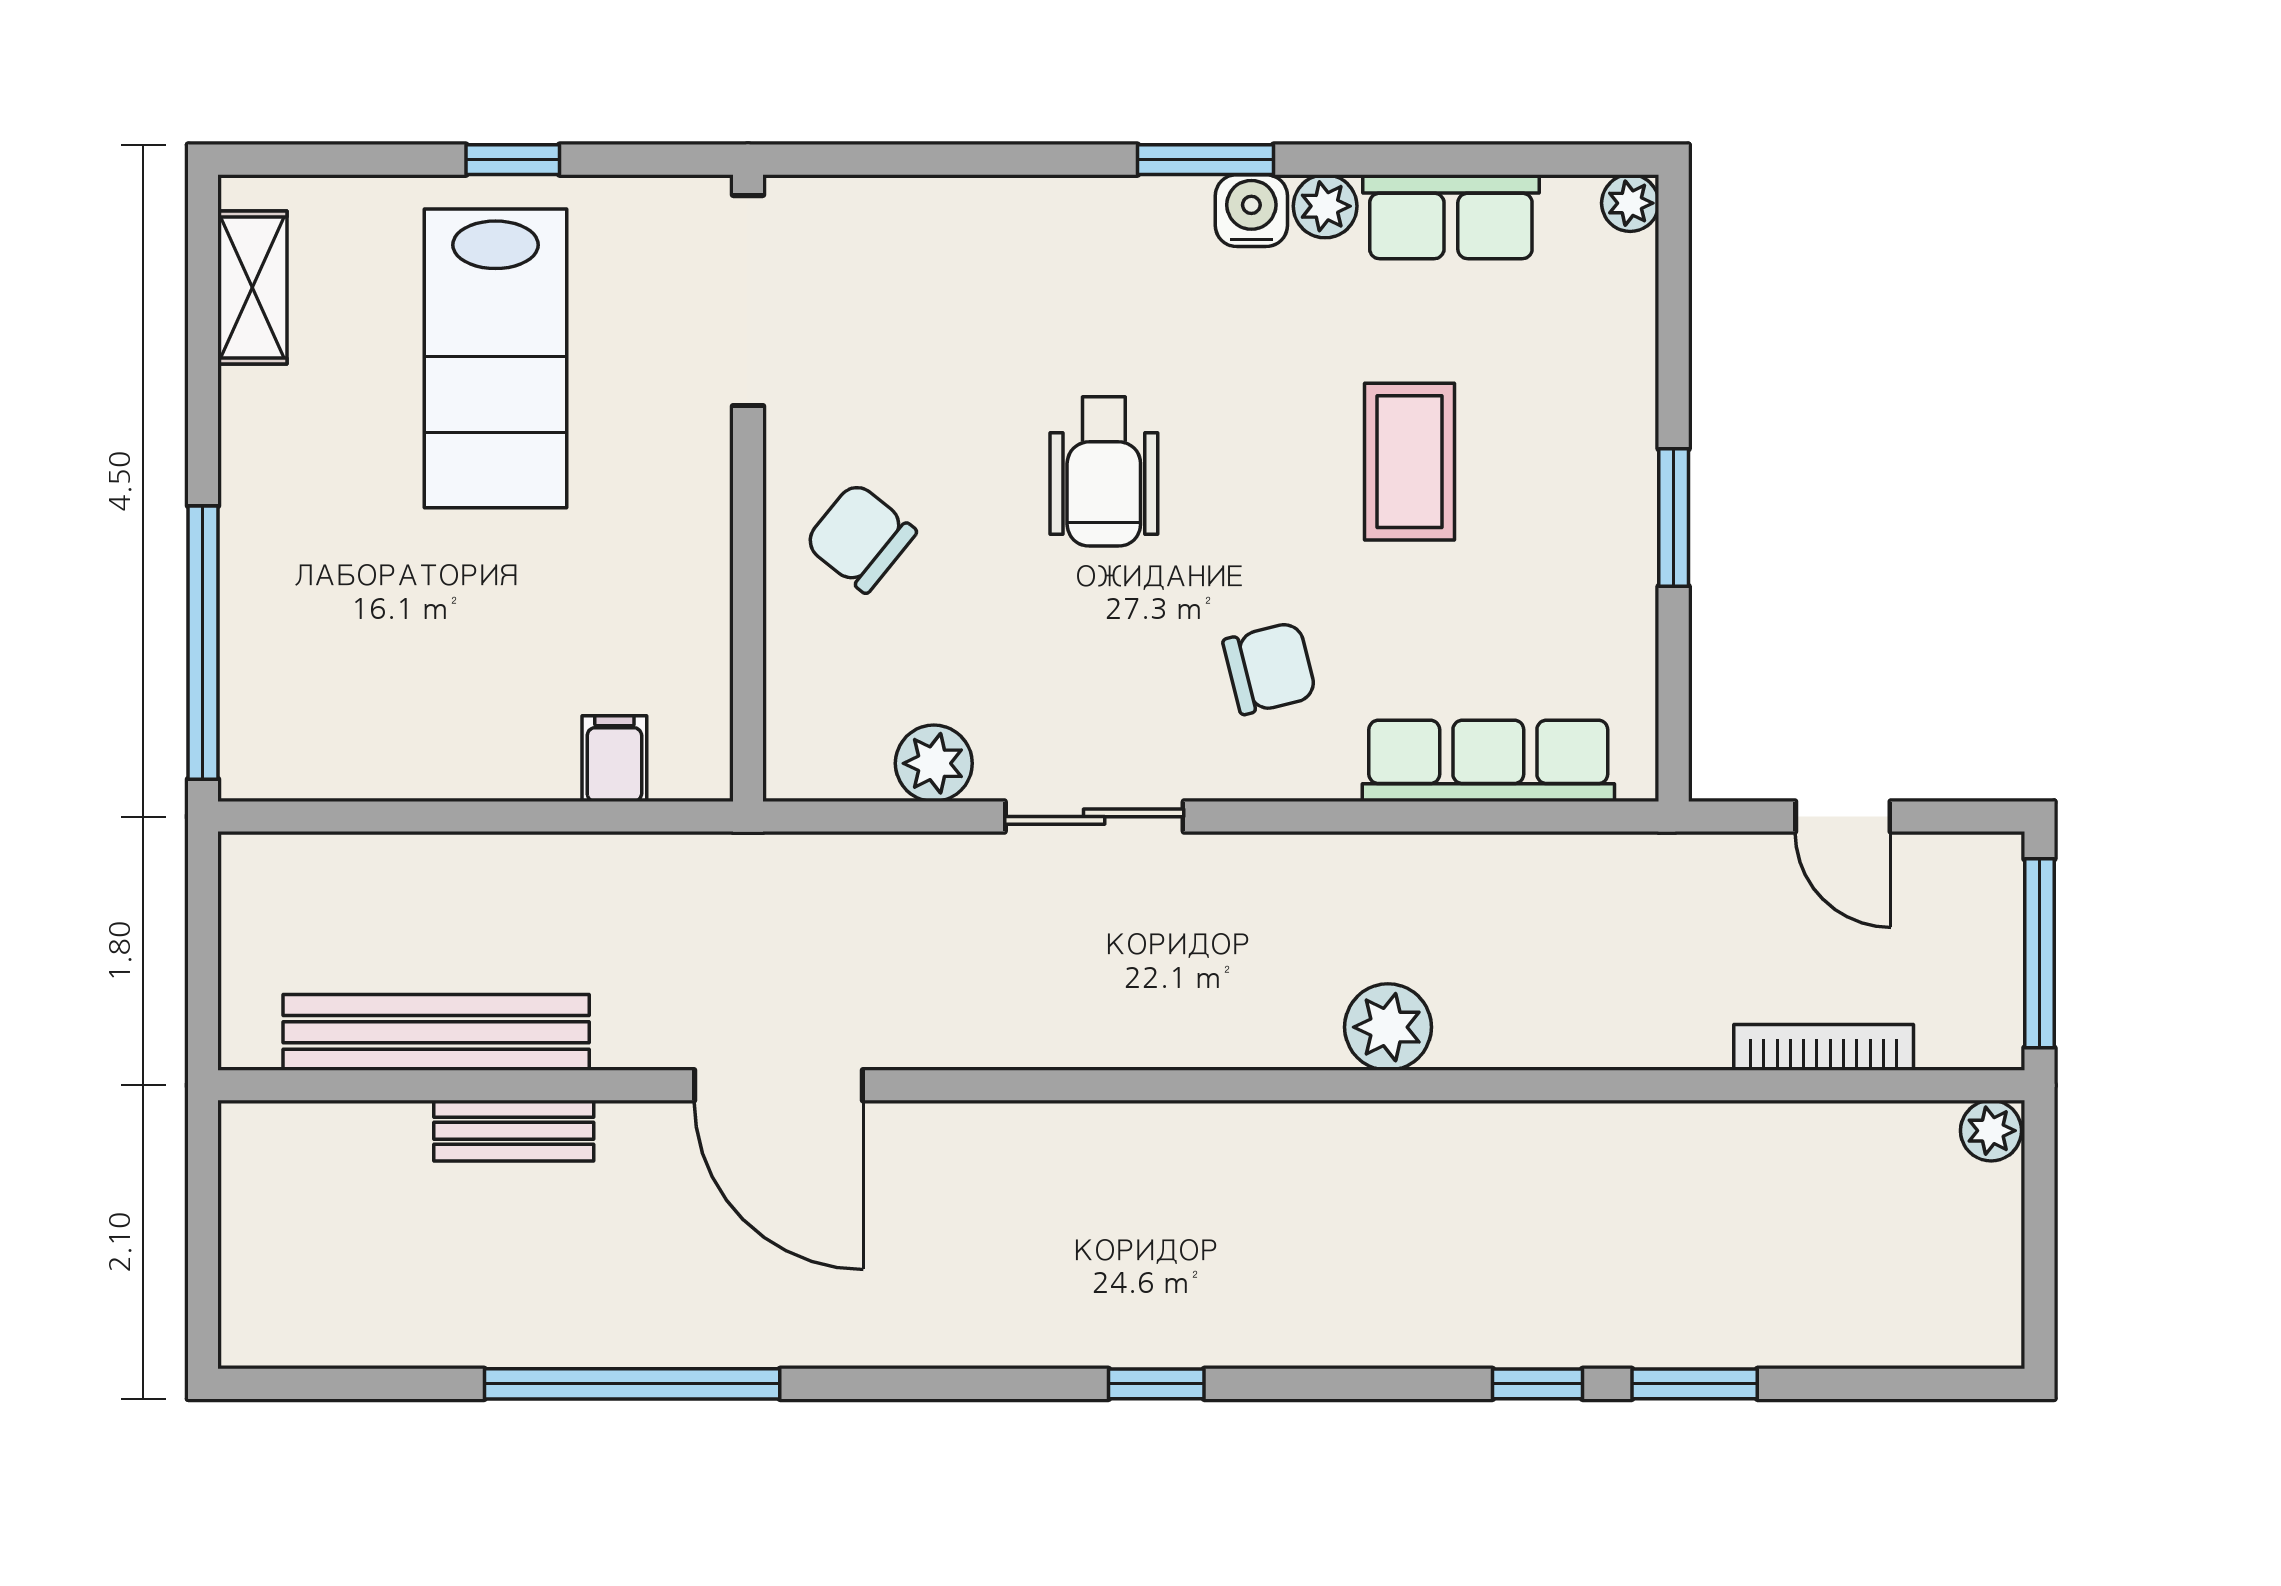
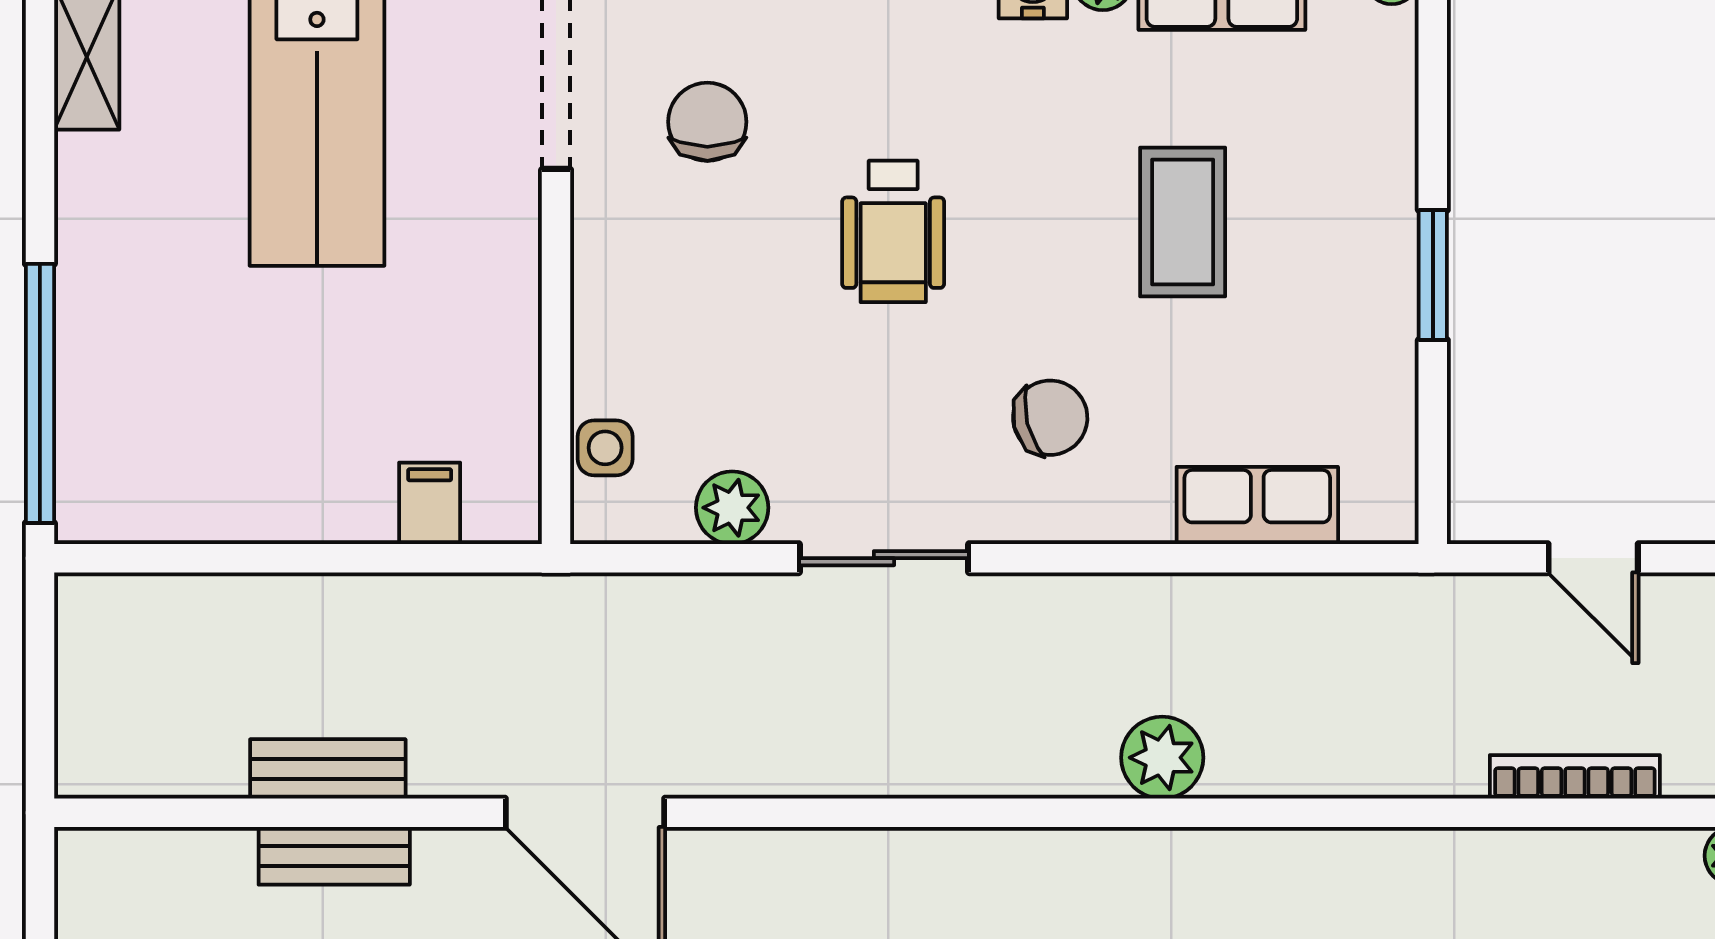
chair: (860, 537) -> (707, 122), moved, turned 51
side table: (800, 700) -> (605, 448), added
row of seats: (1488, 761) -> (1257, 505), width x0.68
bench: (436, 1032) -> (328, 769), width x0.54, depth x0.82

